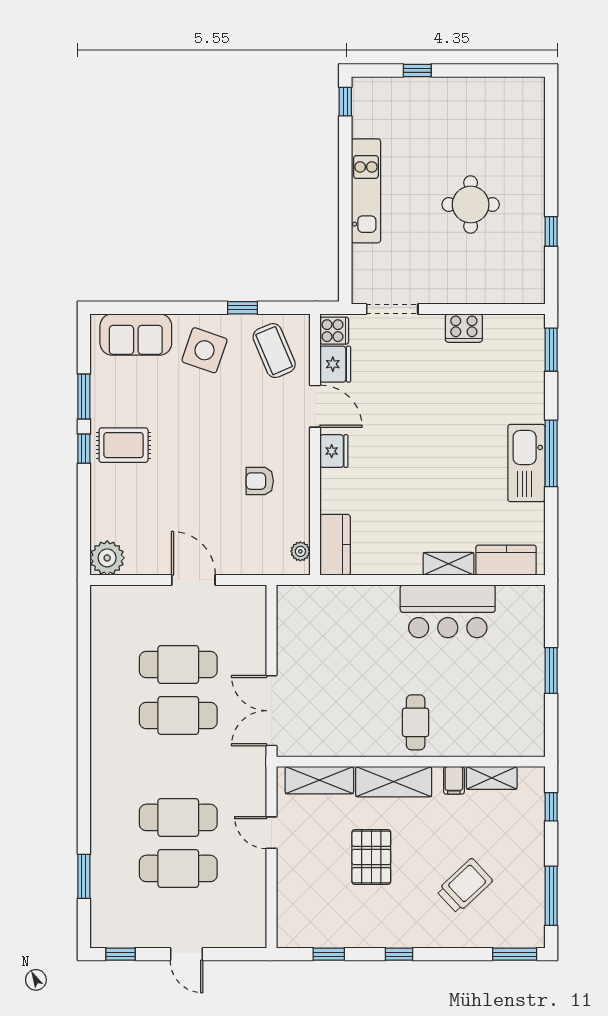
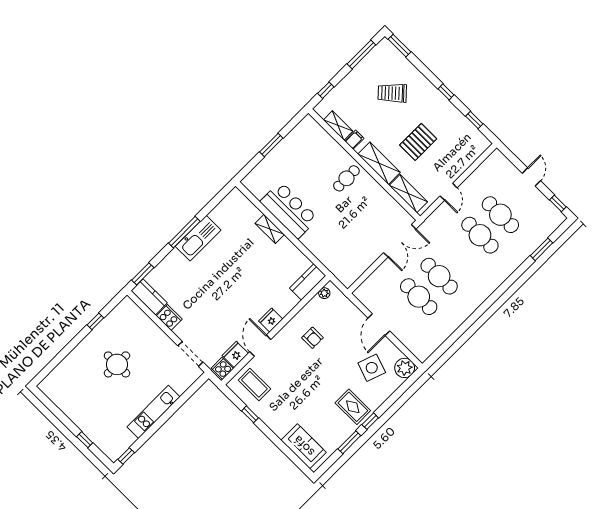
side table: (204, 350) -> (372, 368), moved
coffee table: (274, 351) -> (254, 384), turned -67
kitchen counter: (506, 560) -> (149, 297), moved, turned 180

